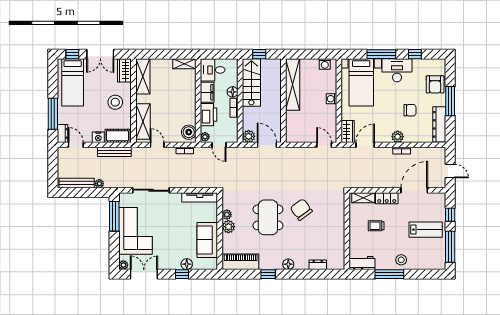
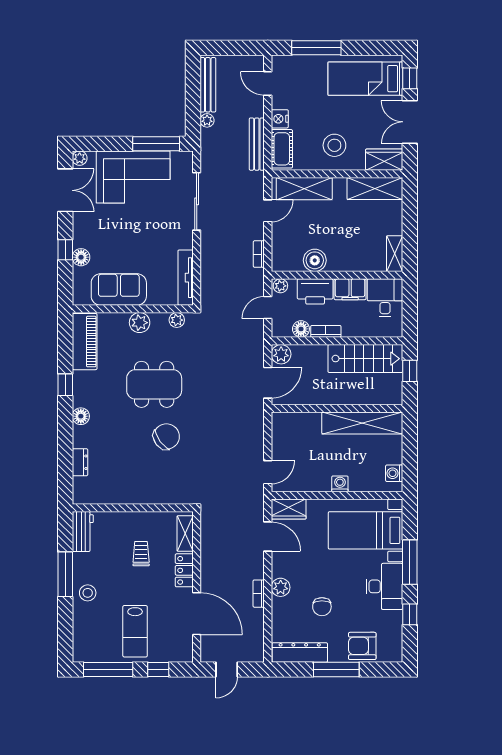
floor lamp: (233, 92) -> (301, 329), moved
boiler: (189, 132) -> (315, 260), moved
dresser: (63, 133) -> (286, 63), removed
door: (76, 145) -> (268, 83), swing flipped
plant: (227, 215) -> (177, 320), moved

